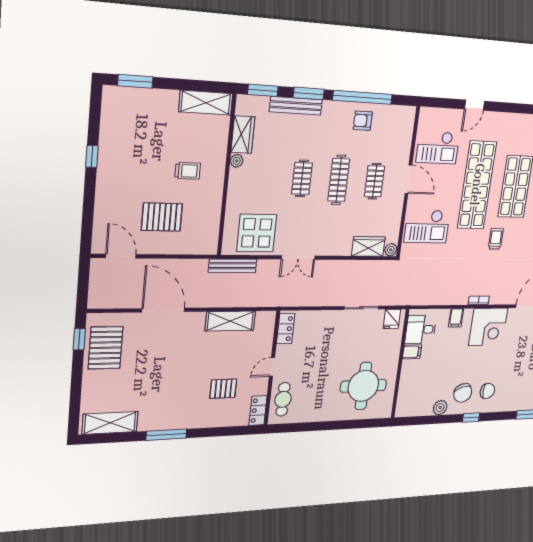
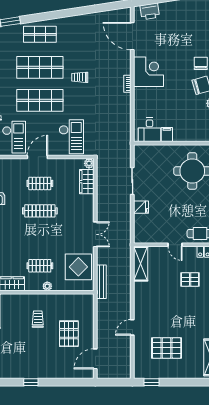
plant: (237, 161) -> (47, 286), moved
clothes rail: (302, 178) -> (40, 266), moved
shop shelf: (477, 185) -> (40, 100), width x0.71
door: (163, 310) -> (132, 327), width x0.53
filing cabinet: (456, 318) -> (141, 101), removed
fridge: (392, 319) -> (141, 207), moved
shelving: (230, 321) -> (141, 264), moved
locker: (286, 329) -> (147, 238), removed
pallet: (106, 348) -> (167, 348), moved
pallet: (223, 389) -> (190, 279), turned 90

